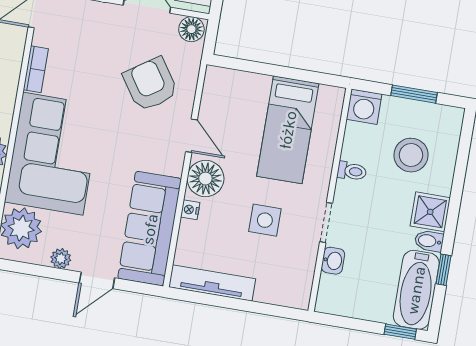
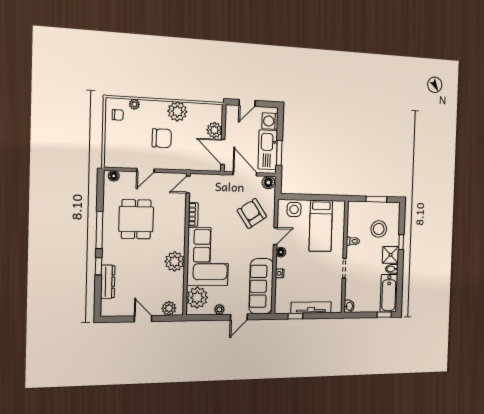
washing machine: (364, 107) -> (355, 209), removed
door: (192, 136) -> (275, 236), hinge flipped
floor lamp: (205, 179) -> (281, 252), width x0.53, depth x0.53
side table: (265, 220) -> (294, 209), moved
washbasin: (333, 261) -> (349, 306), moved
window: (443, 270) -> (401, 242), moved
tv unit: (212, 283) -> (311, 308), moved
window: (211, 300) -> (295, 316), added

